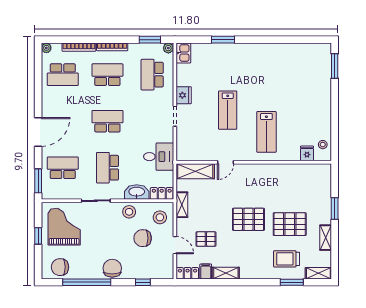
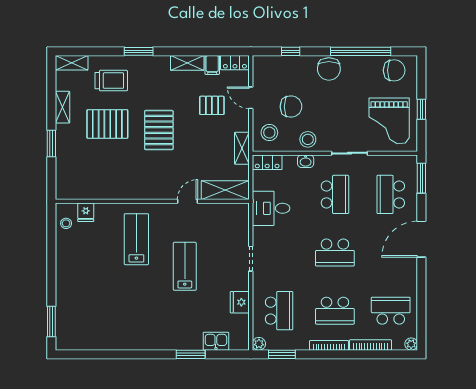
kitchen sink: (183, 53) -> (216, 341), moved, turned 90
fridge: (184, 95) -> (240, 302), moved
school desk: (63, 168) -> (391, 194), turned 90
washbasin: (137, 192) -> (306, 161), width x0.52, depth x0.69
pallet: (248, 219) -> (159, 130), turned 90
window: (292, 282) -> (139, 51), moved

